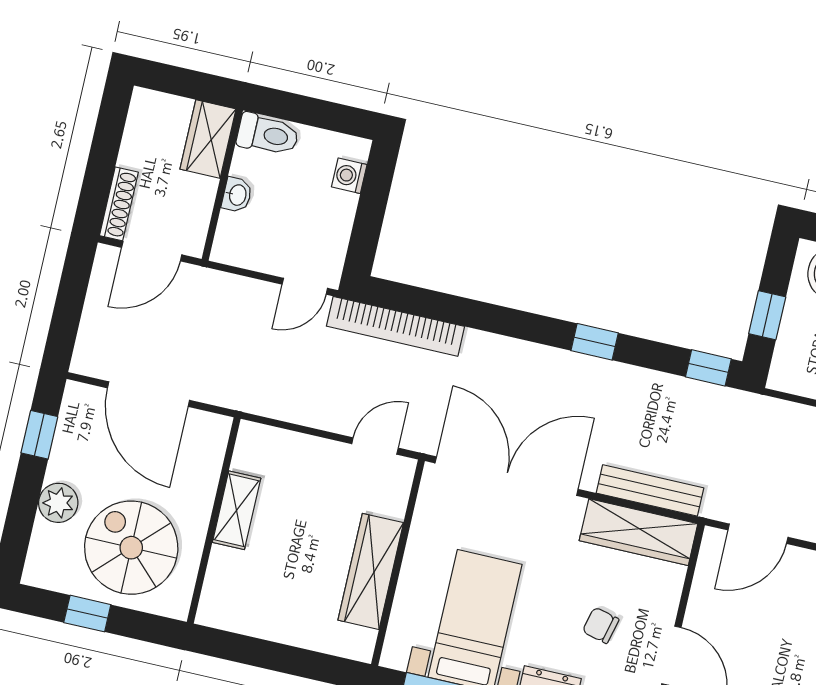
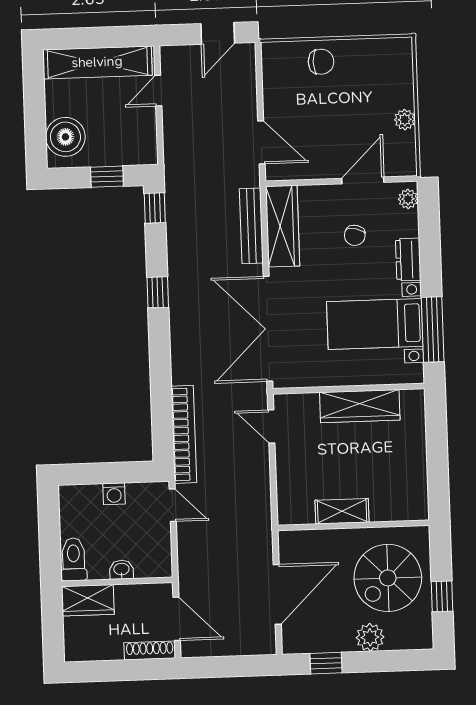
washing machine: (349, 176) -> (114, 494), moved

